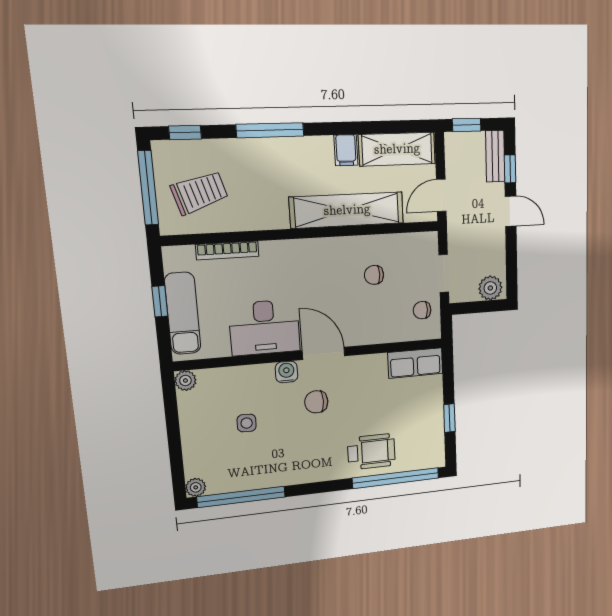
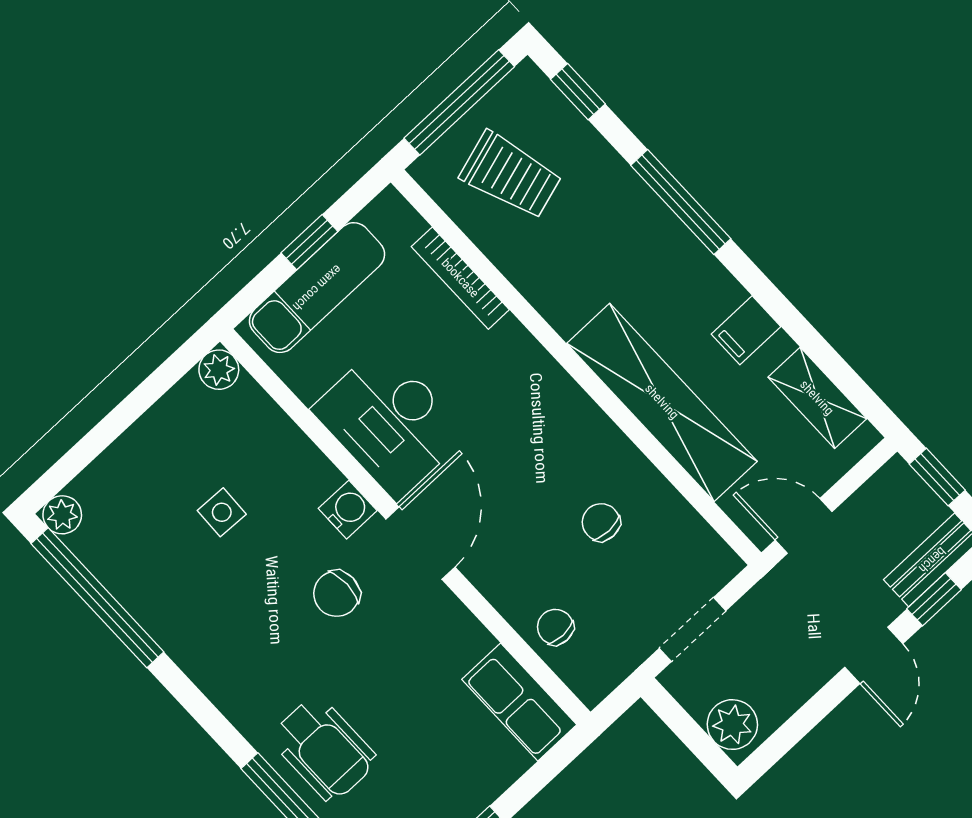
shelving: (397, 149) -> (817, 398), width x0.67, depth x0.75
chair: (422, 310) -> (555, 627), moved
chair: (316, 402) -> (337, 594), turned -90

